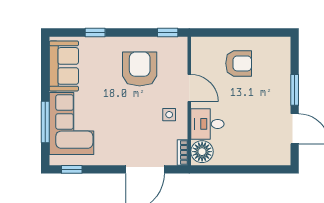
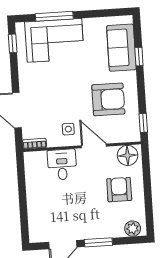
plant: (282, 52) -> (133, 229), added
armchair: (239, 63) -> (119, 190), turned 180
sofa: (64, 66) -> (121, 48), moved, turned 90
door: (189, 88) -> (94, 146), swing flipped
floor lamp: (202, 152) -> (128, 155), moved

